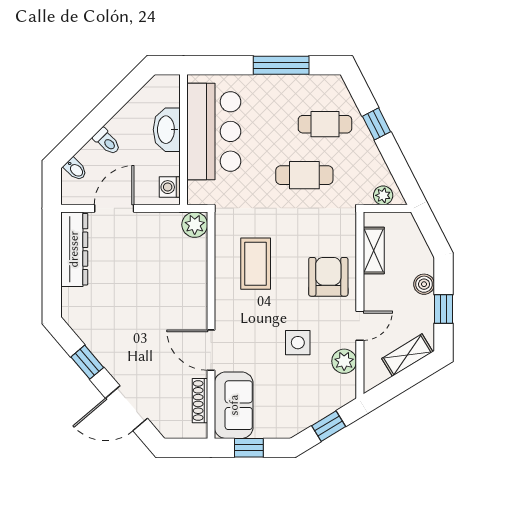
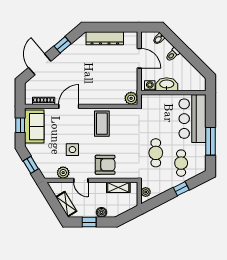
washbasin: (167, 130) -> (167, 84), moved
bar counter: (214, 131) -> (193, 119), moved, turned 90
dresser: (74, 249) -> (105, 38), moved
coffee table: (256, 264) -> (102, 124), moved, turned 90
sofa: (234, 405) -> (34, 127), moved, turned -90

